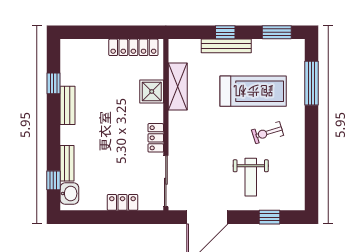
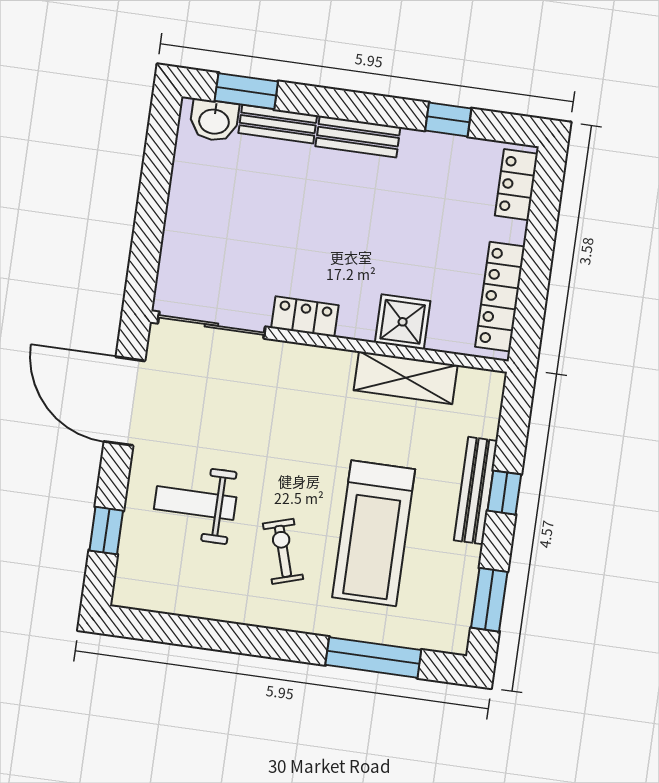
bench: (67, 105) -> (358, 137), moved
window: (53, 180) -> (246, 91), width x1.50
locker: (123, 202) -> (516, 185), moved, turned 180

